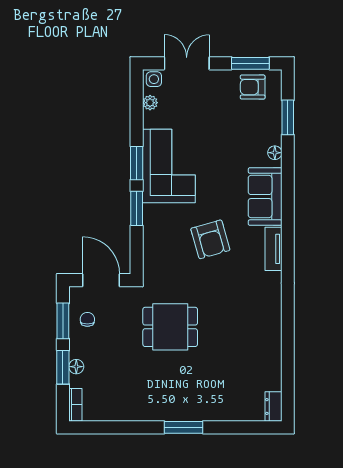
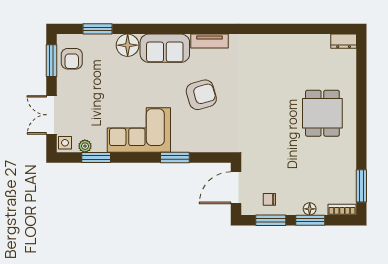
floor lamp: (275, 153) -> (128, 45), width x1.89, depth x1.89
window: (137, 163) -> (96, 158), moved
dining table: (170, 327) -> (322, 113), moved
window: (184, 427) -> (361, 186), moved

